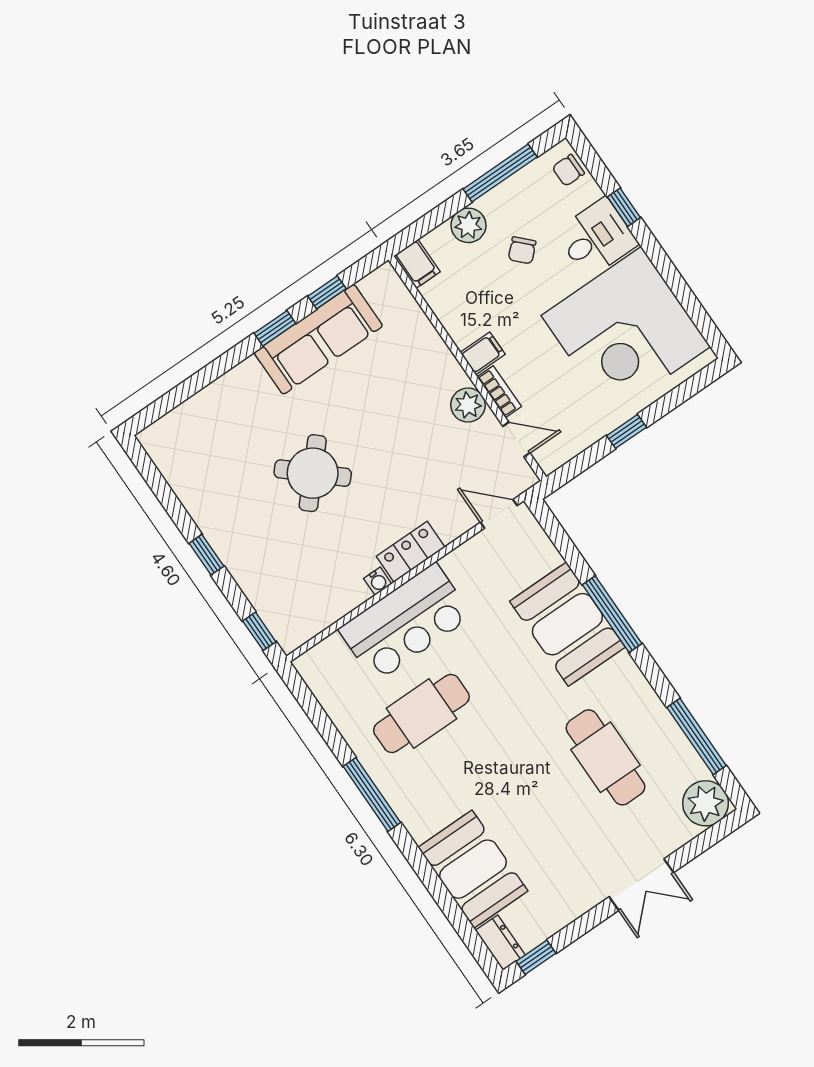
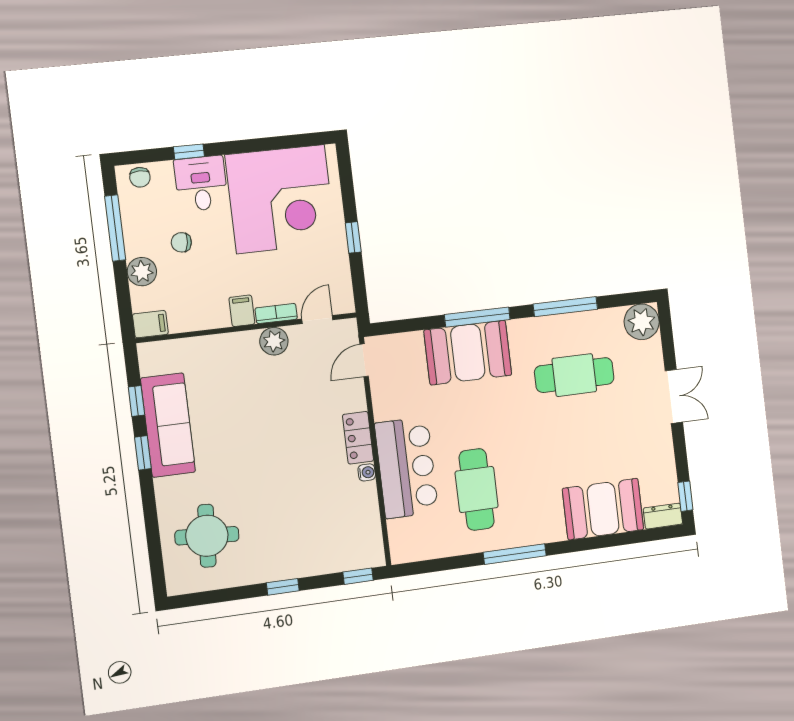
chair: (522, 250) -> (181, 242), turned 142
round table: (313, 473) -> (207, 536), moved, turned -38
window: (697, 736) -> (565, 307), moved

